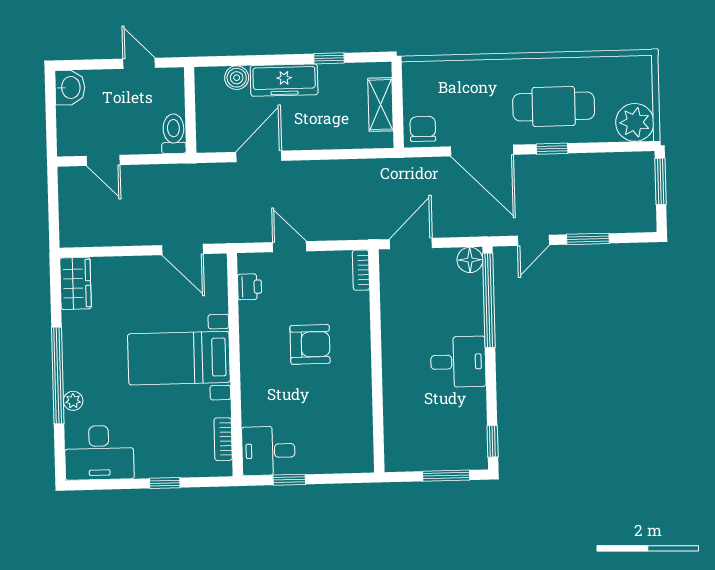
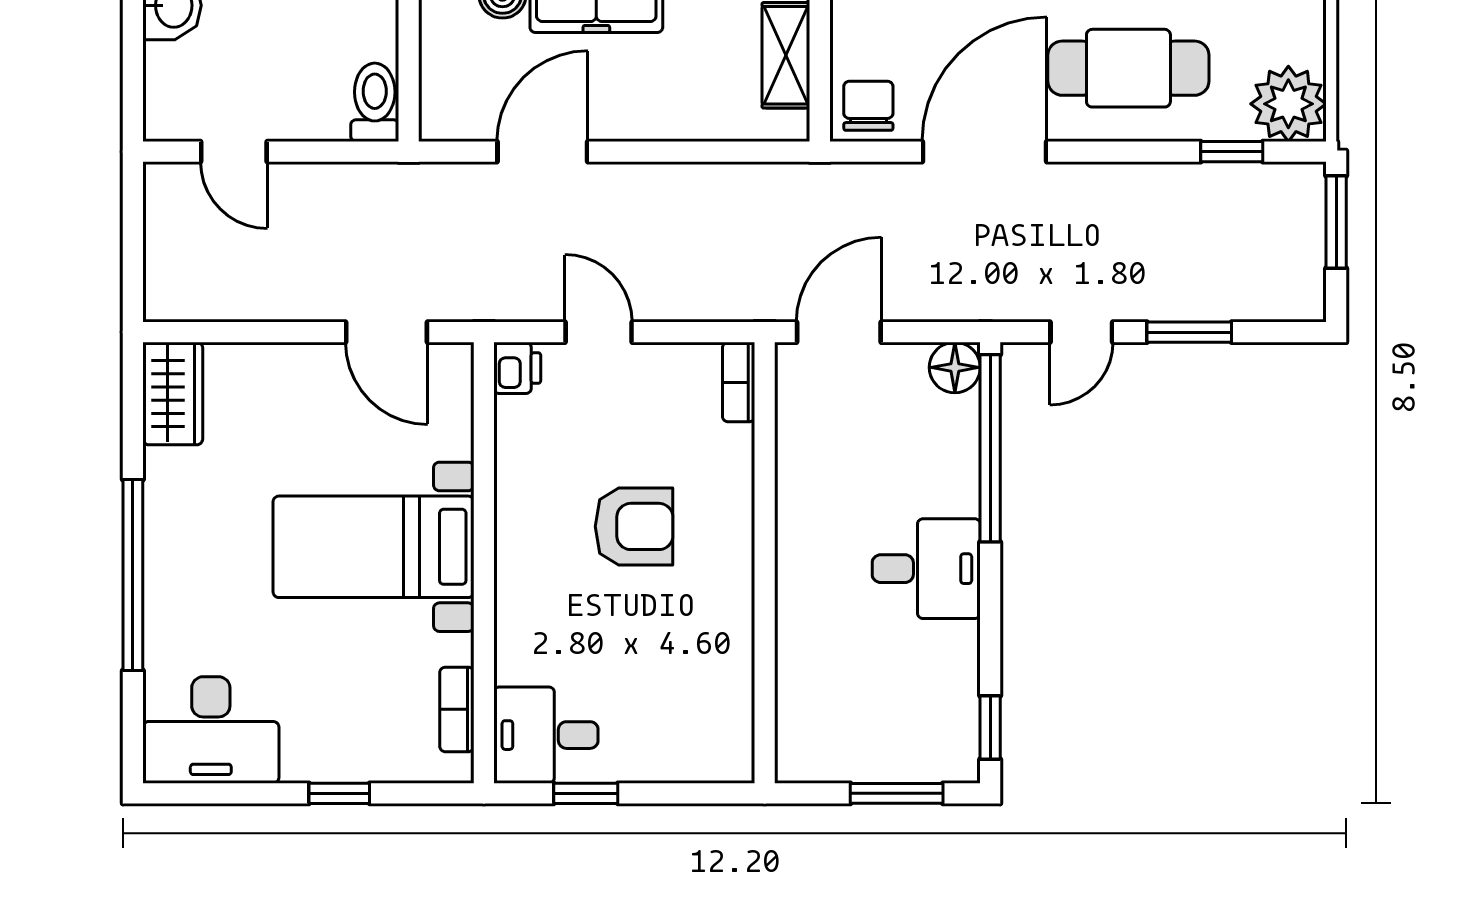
window: (552, 149) -> (1232, 152), moved
door: (482, 151) -> (984, 152), swing flipped
printer: (250, 287) -> (517, 368), moved
plant: (73, 401) -> (162, 626), removed

